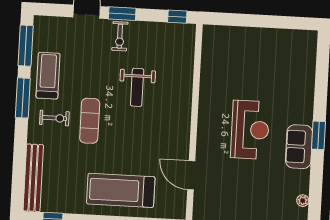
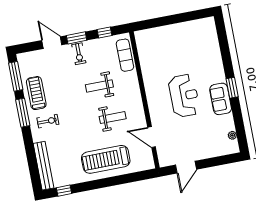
window: (177, 17) -> (105, 32), moved
weight bench: (137, 87) -> (99, 86), turned 90
exercise mat: (90, 121) -> (125, 55), moved
weight bench: (145, 135) -> (113, 118), added

